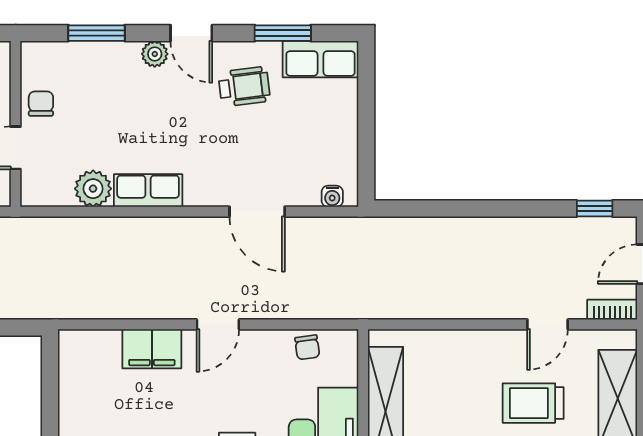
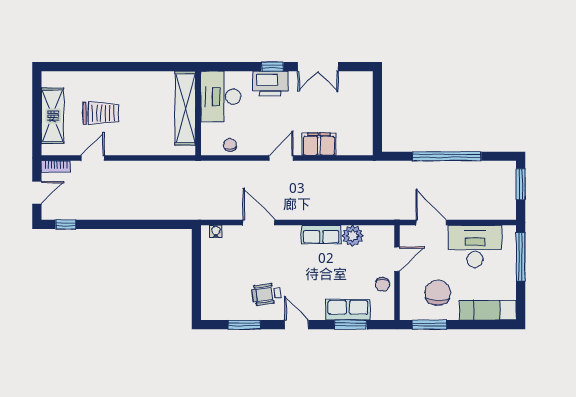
plant: (155, 54) -> (317, 313), removed
row of seats: (320, 59) -> (348, 310), moved

